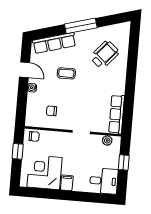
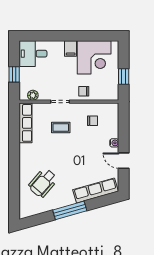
coffee table: (66, 73) -> (61, 127), moved
chair: (34, 136) -> (84, 91), moved

